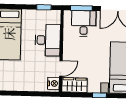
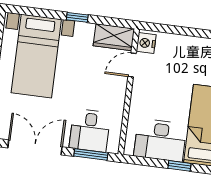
window: (44, 7) -> (179, 166), moved
desk: (48, 40) -> (160, 140), moved, turned -90

